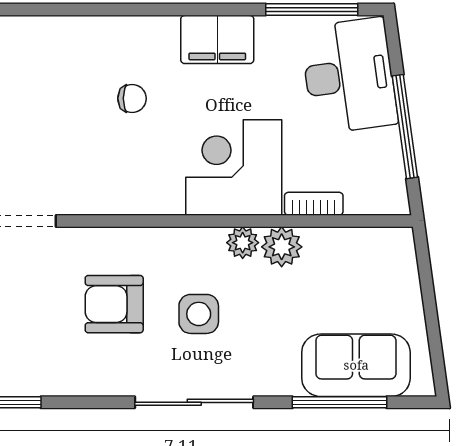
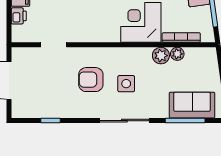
bookcase: (314, 204) -> (181, 38), width x1.56
plant: (243, 243) -> (177, 54), moved

